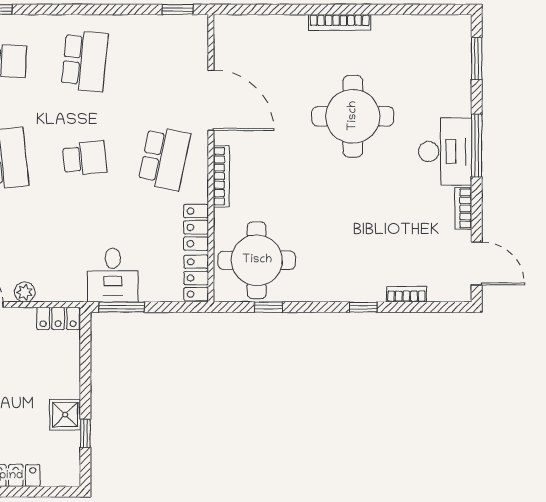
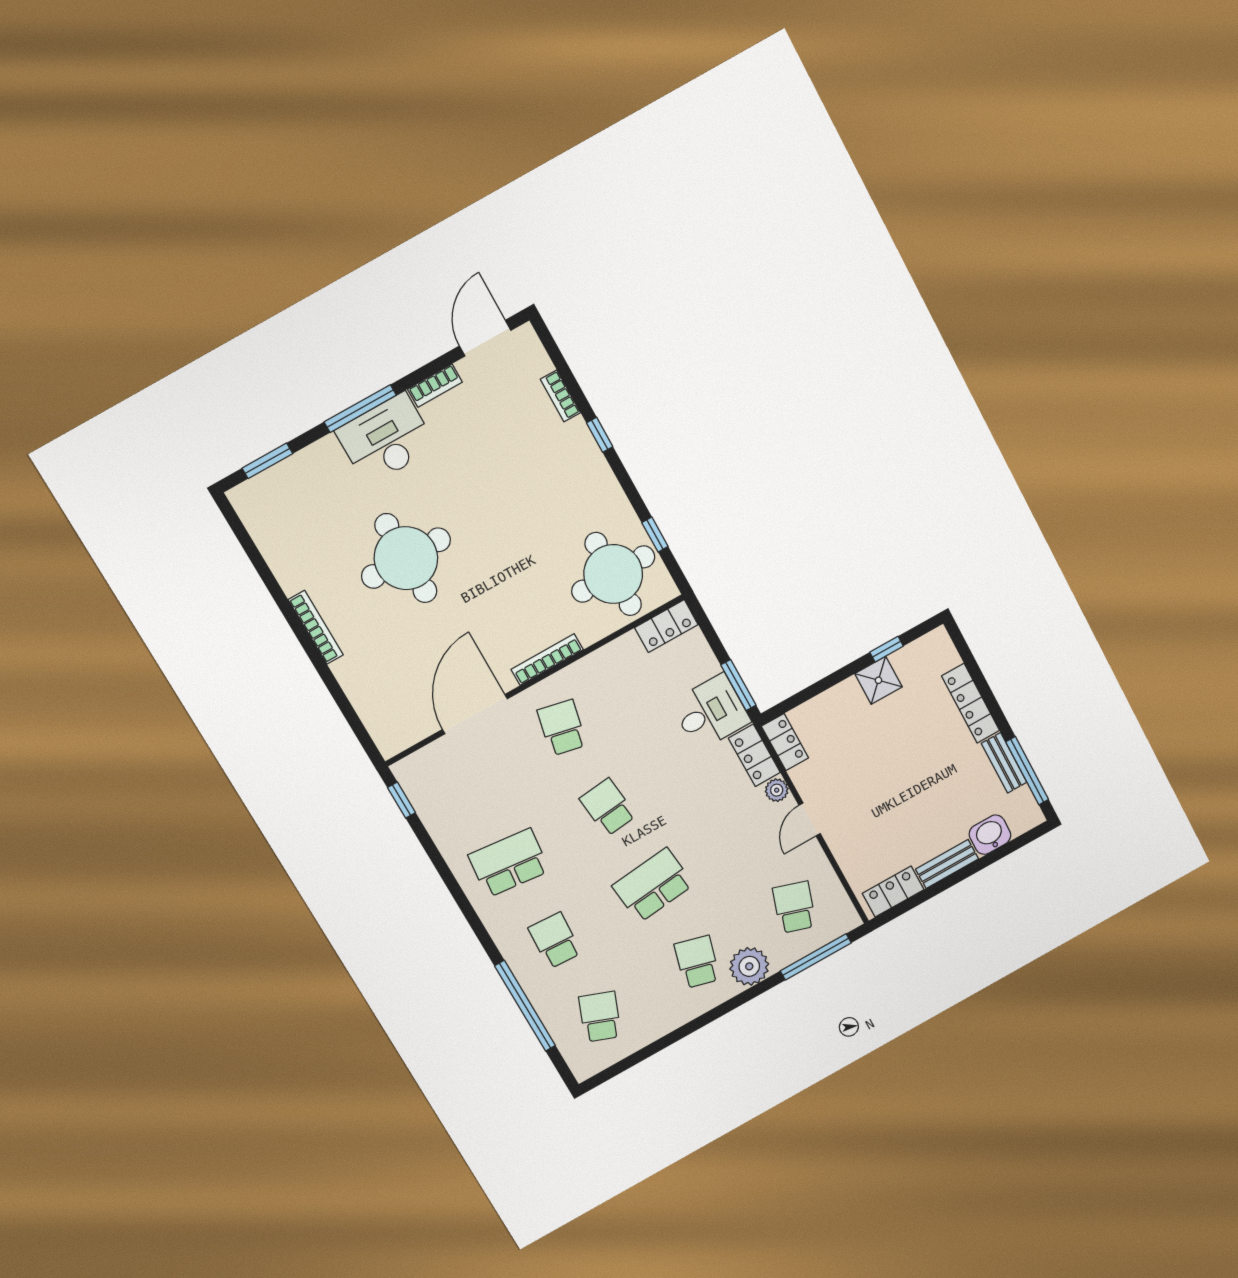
school desk: (164, 158) -> (562, 728), width x0.54
locker: (196, 227) -> (754, 755), moved, turned 90

